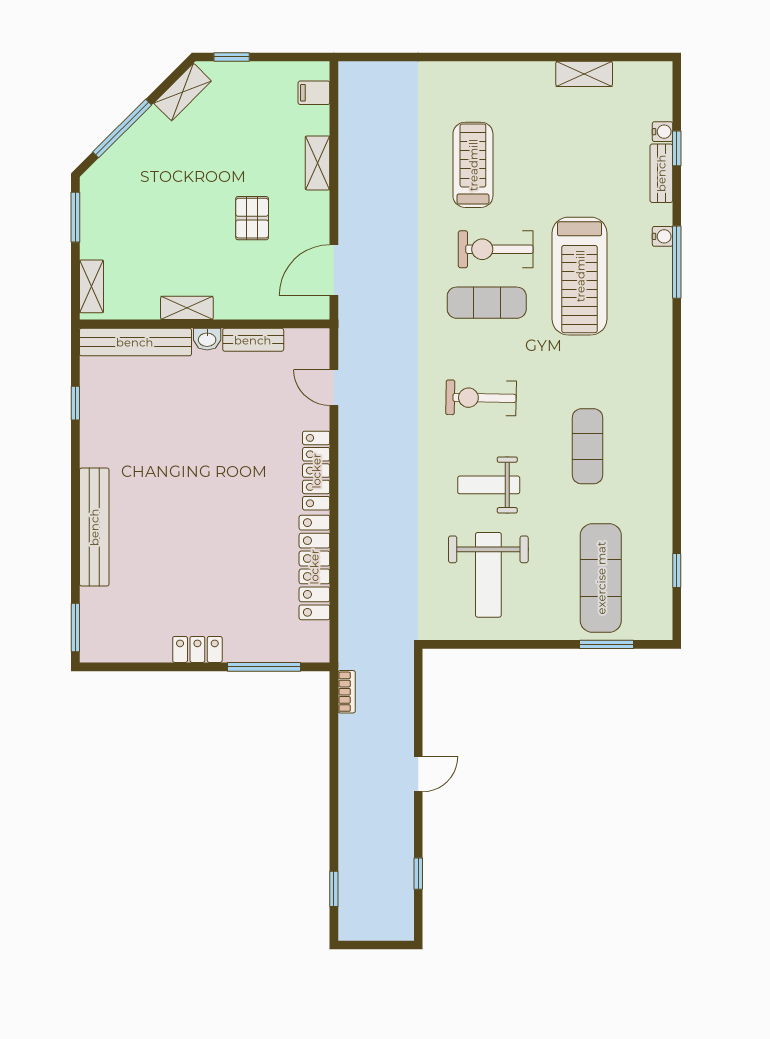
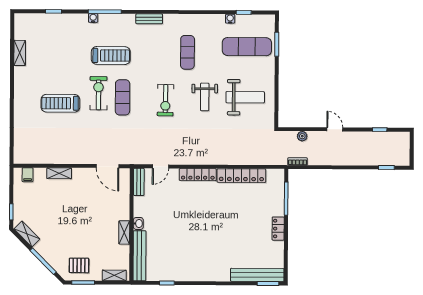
water cooler: (663, 132) -> (230, 19), moved
bench: (661, 173) -> (149, 19), moved
pallet: (252, 218) -> (79, 265), moved
exercise bike: (496, 249) -> (98, 93), turned 180
treadmill: (580, 276) -> (111, 55), width x0.73, depth x0.73
bench: (253, 340) -> (139, 182), moved
exercise mat: (588, 446) -> (187, 52), turned 90
bench: (94, 527) -> (257, 275), moved
plant: (403, 702) -> (302, 136), added

